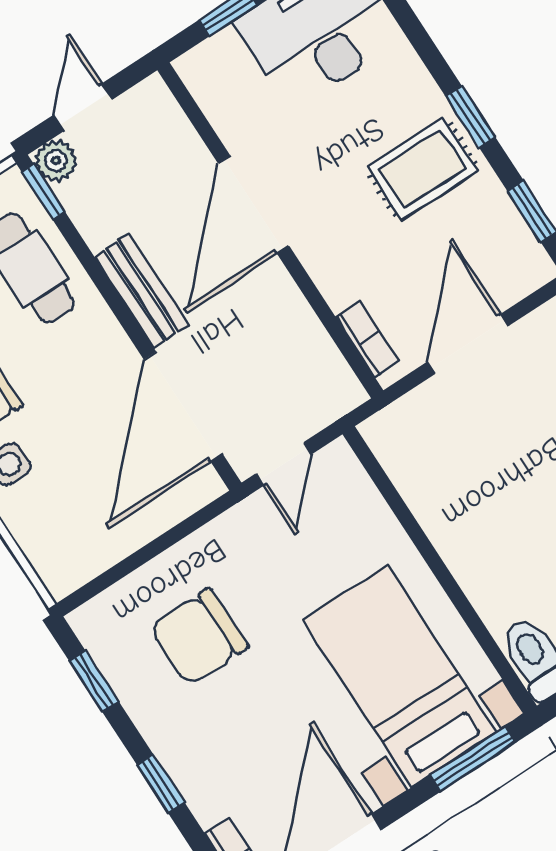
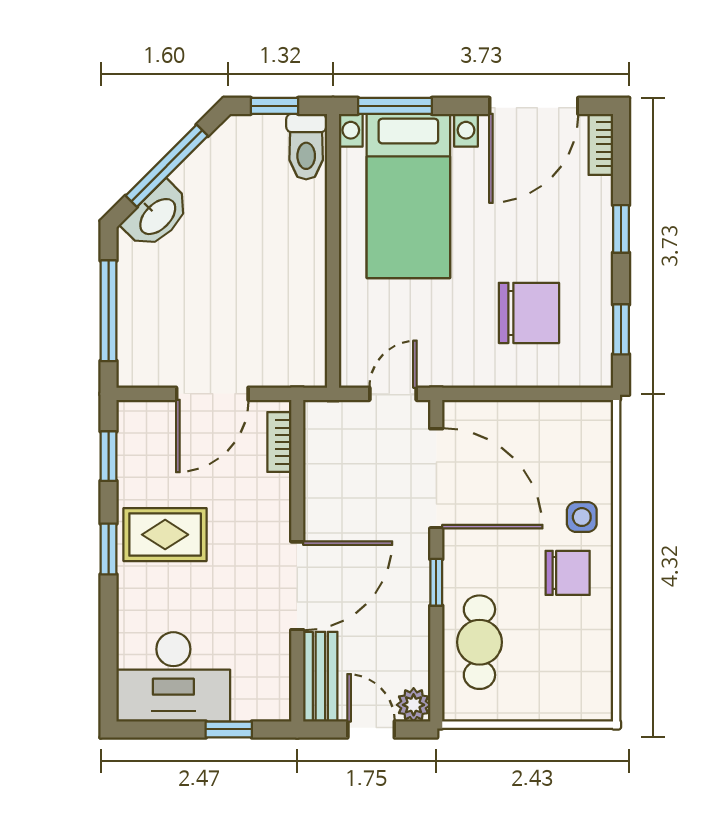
door: (83, 107) -> (371, 729), swing flipped
window: (43, 192) -> (436, 582), moved
bench: (141, 291) -> (320, 677), moved
door: (183, 407) -> (436, 478), hinge flipped

